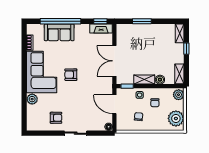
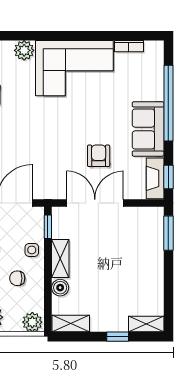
window: (142, 21) -> (168, 233), moved
sofa: (59, 32) -> (148, 129), moved
armchair: (71, 75) -> (99, 156), moved

